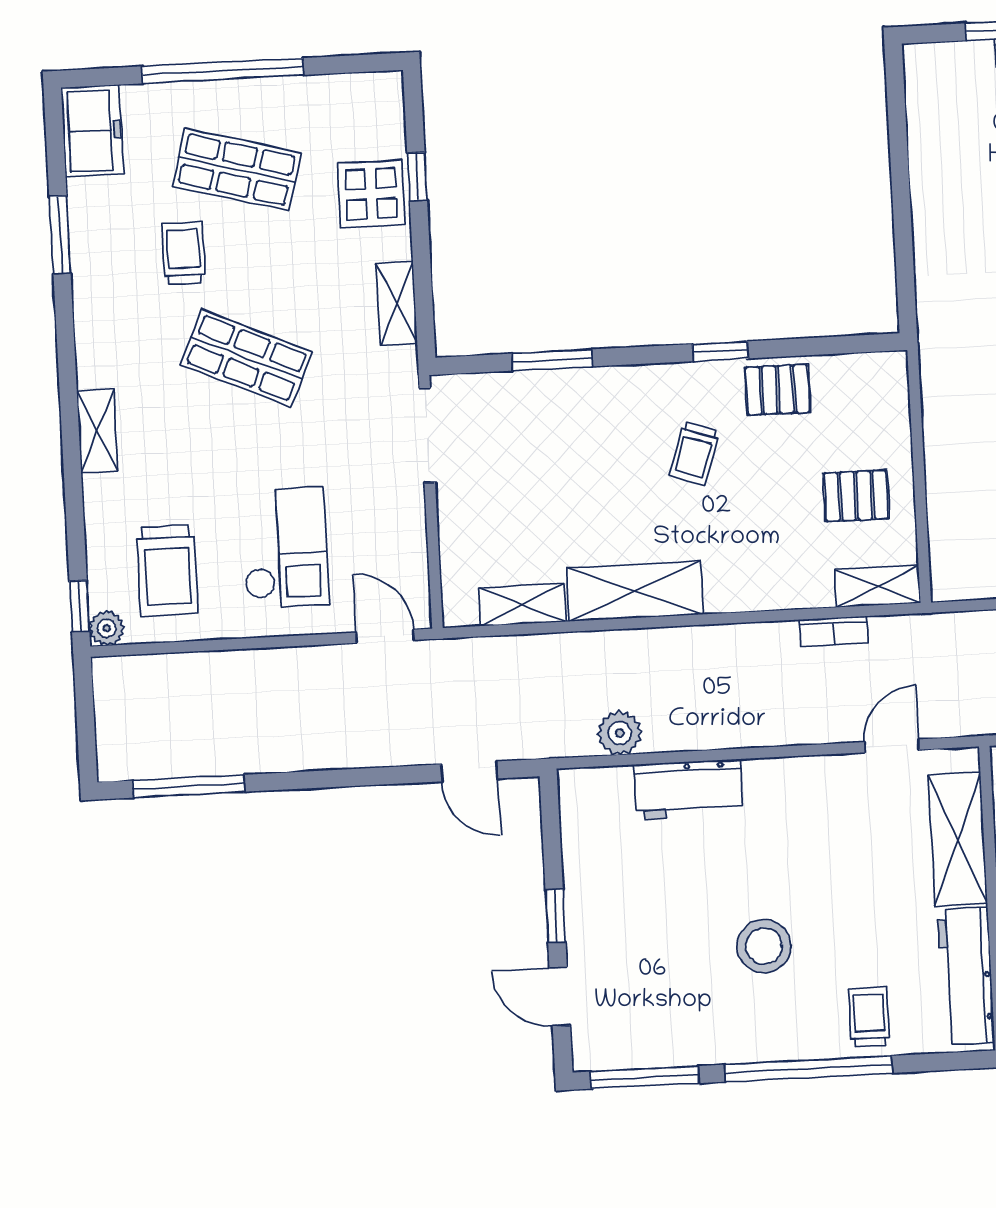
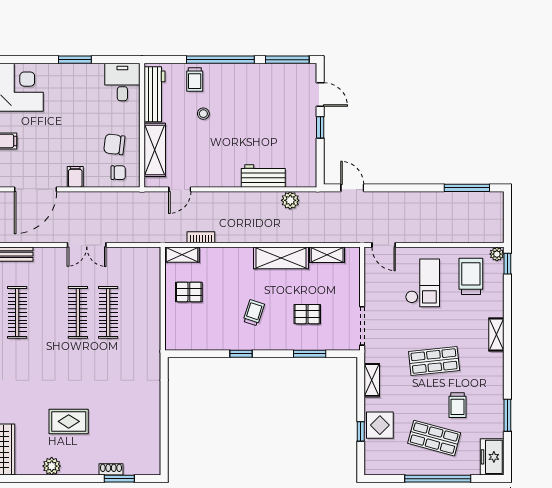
shop shelf: (247, 358) -> (434, 361), turned -30
pallet: (778, 390) -> (307, 314), moved
checkout: (285, 548) -> (423, 283), turned 180
stool: (764, 946) -> (203, 114), moved, width x0.53, depth x0.53

